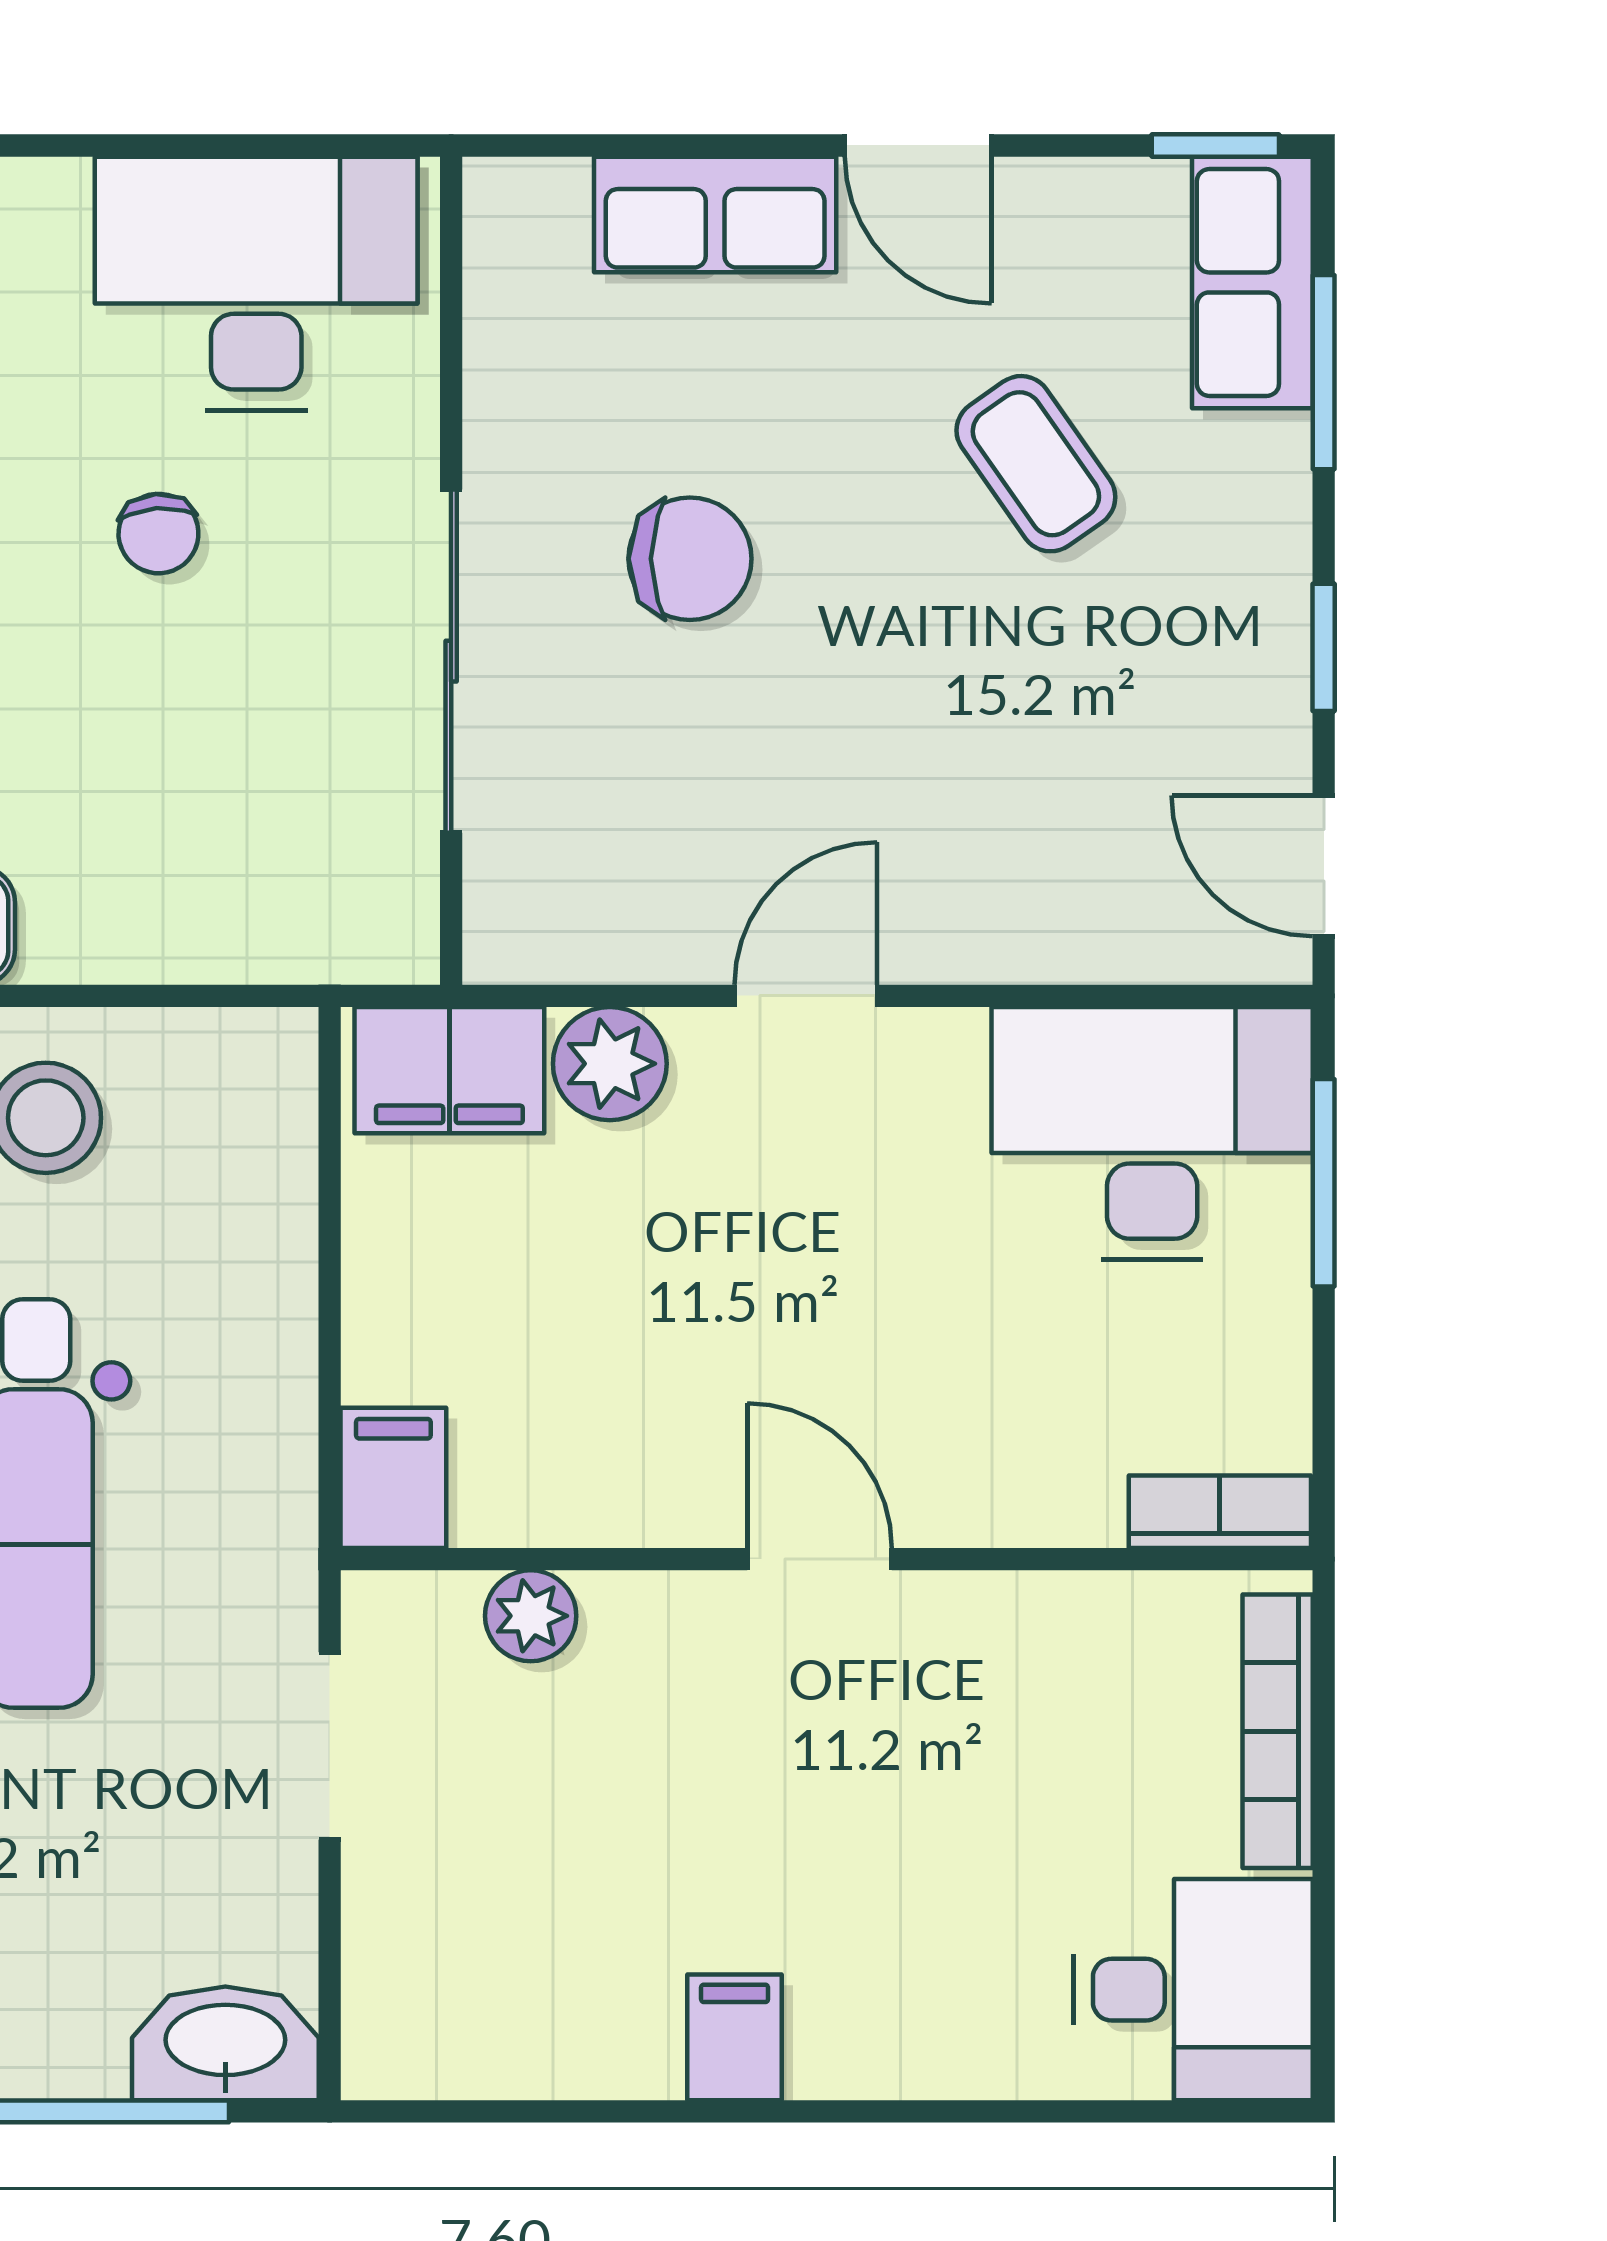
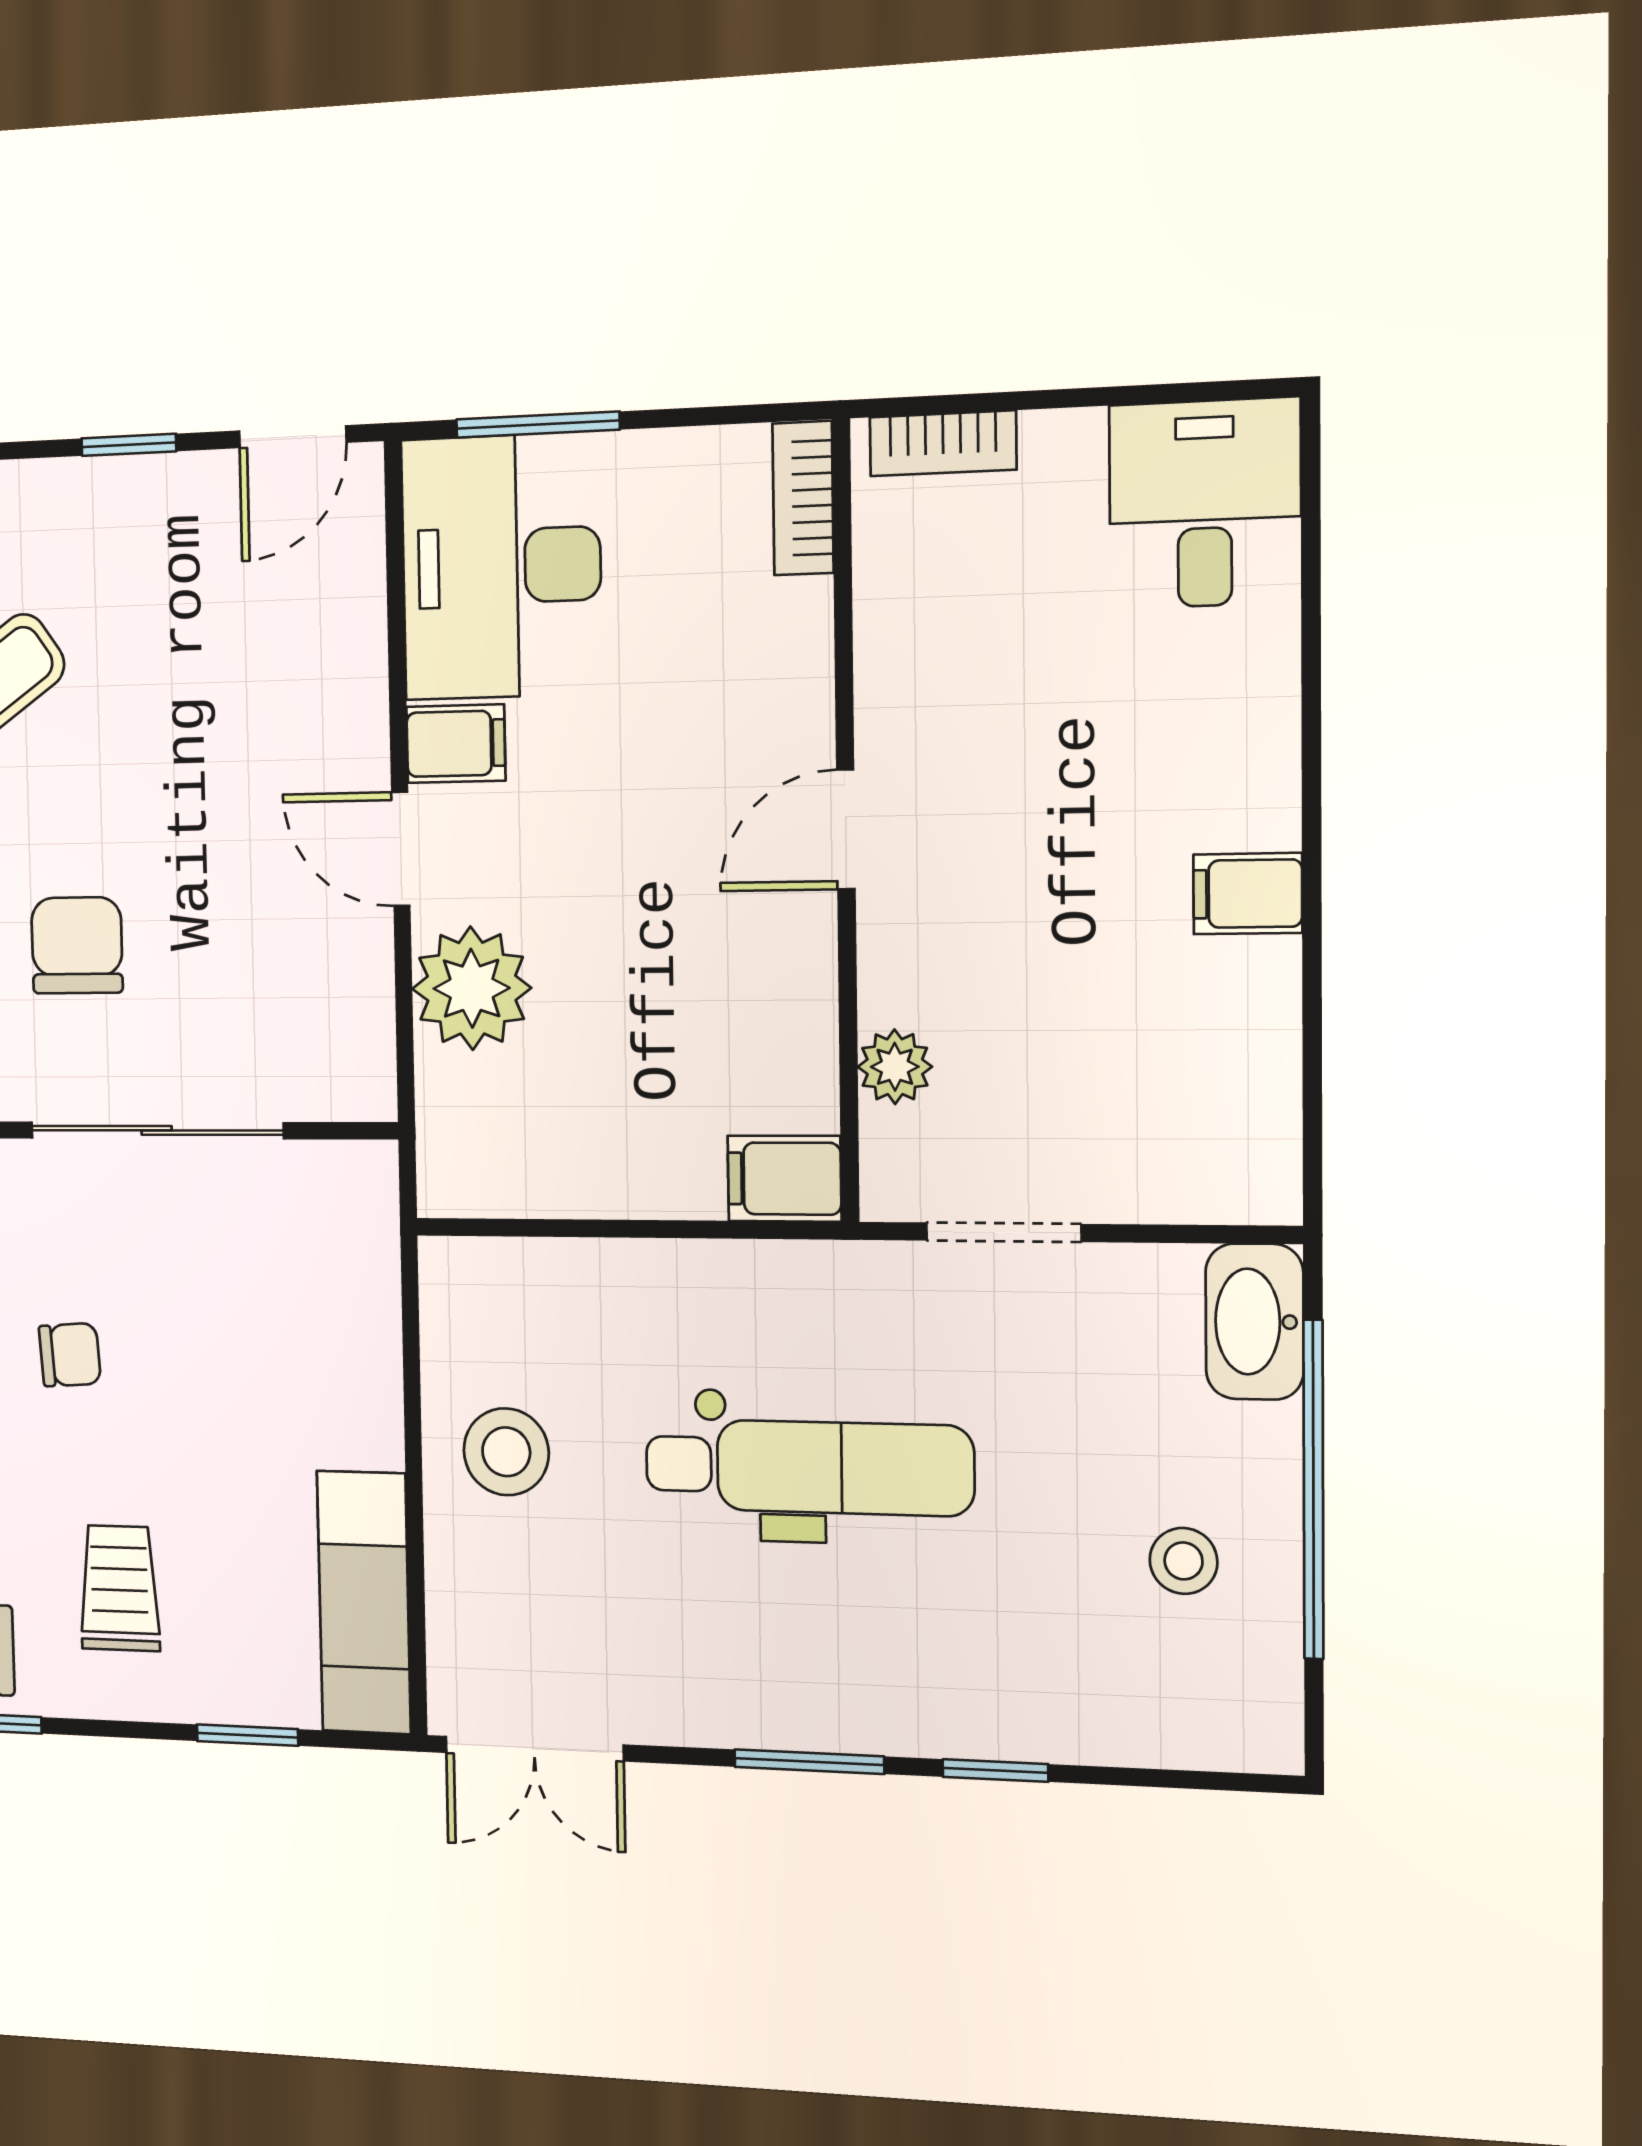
plant: (610, 1064) -> (472, 988), width x1.36, depth x1.36
filing cabinet: (449, 1070) -> (456, 744), moved, width x0.50
bookcase: (1278, 1731) -> (943, 443), width x0.64

